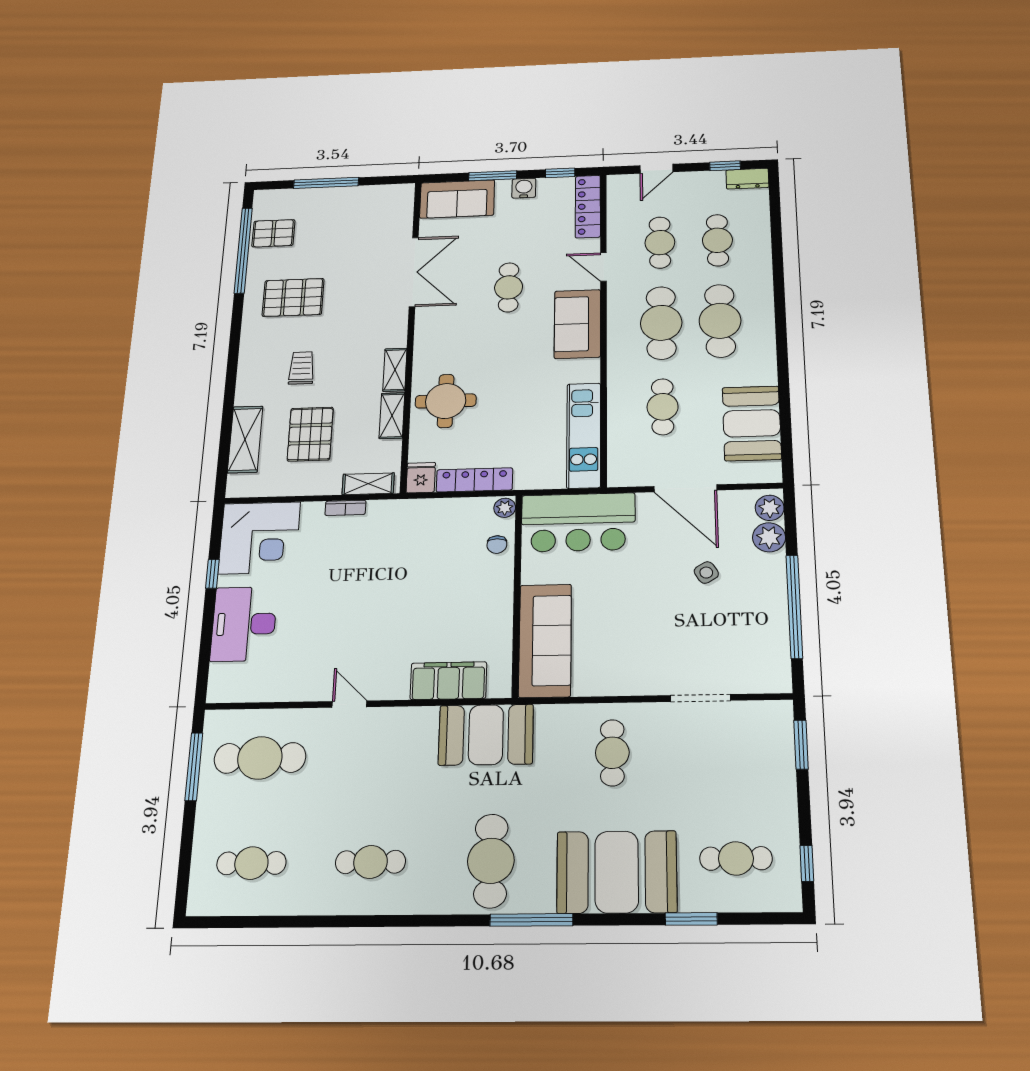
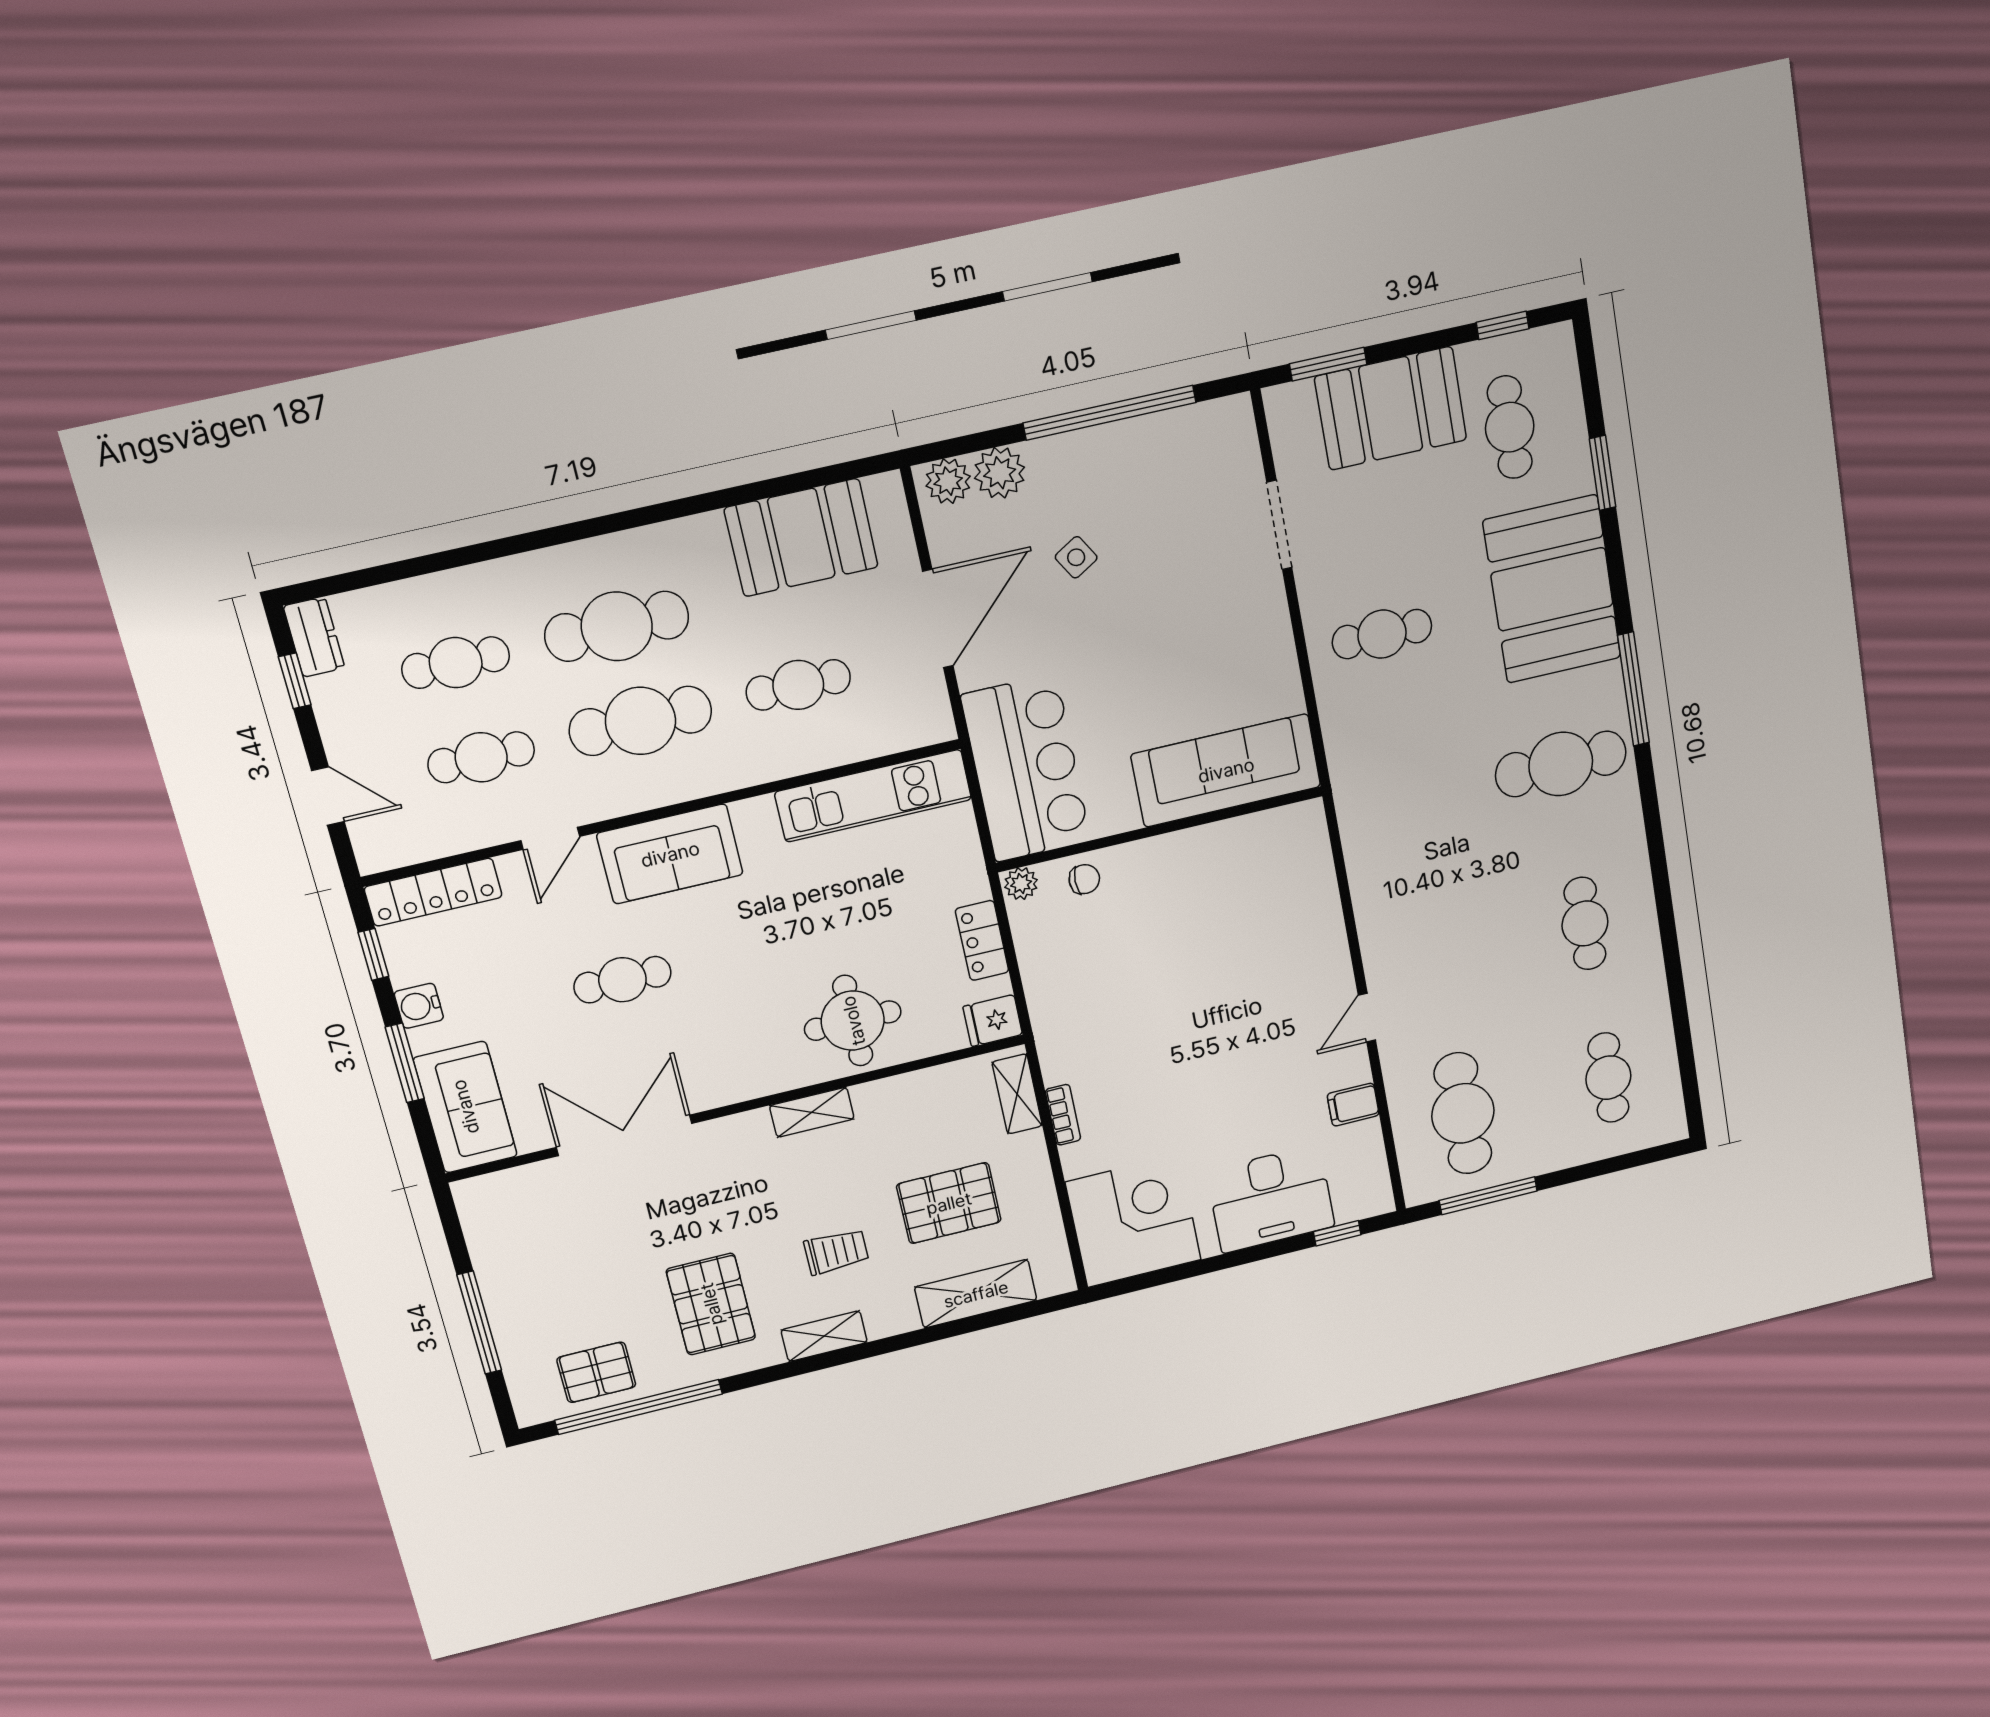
pallet: (273, 233) -> (596, 1372), turned 90
trolley: (302, 368) -> (836, 1252), turned 180
shelving: (392, 416) -> (824, 1336), moved
locker: (475, 480) -> (982, 940), width x0.66
window: (212, 574) -> (1337, 1233), moved
filing cabinet: (448, 681) -> (1353, 1105), moved, width x0.33, depth x0.86
booth: (486, 735) -> (1391, 408), moved, turned 90

